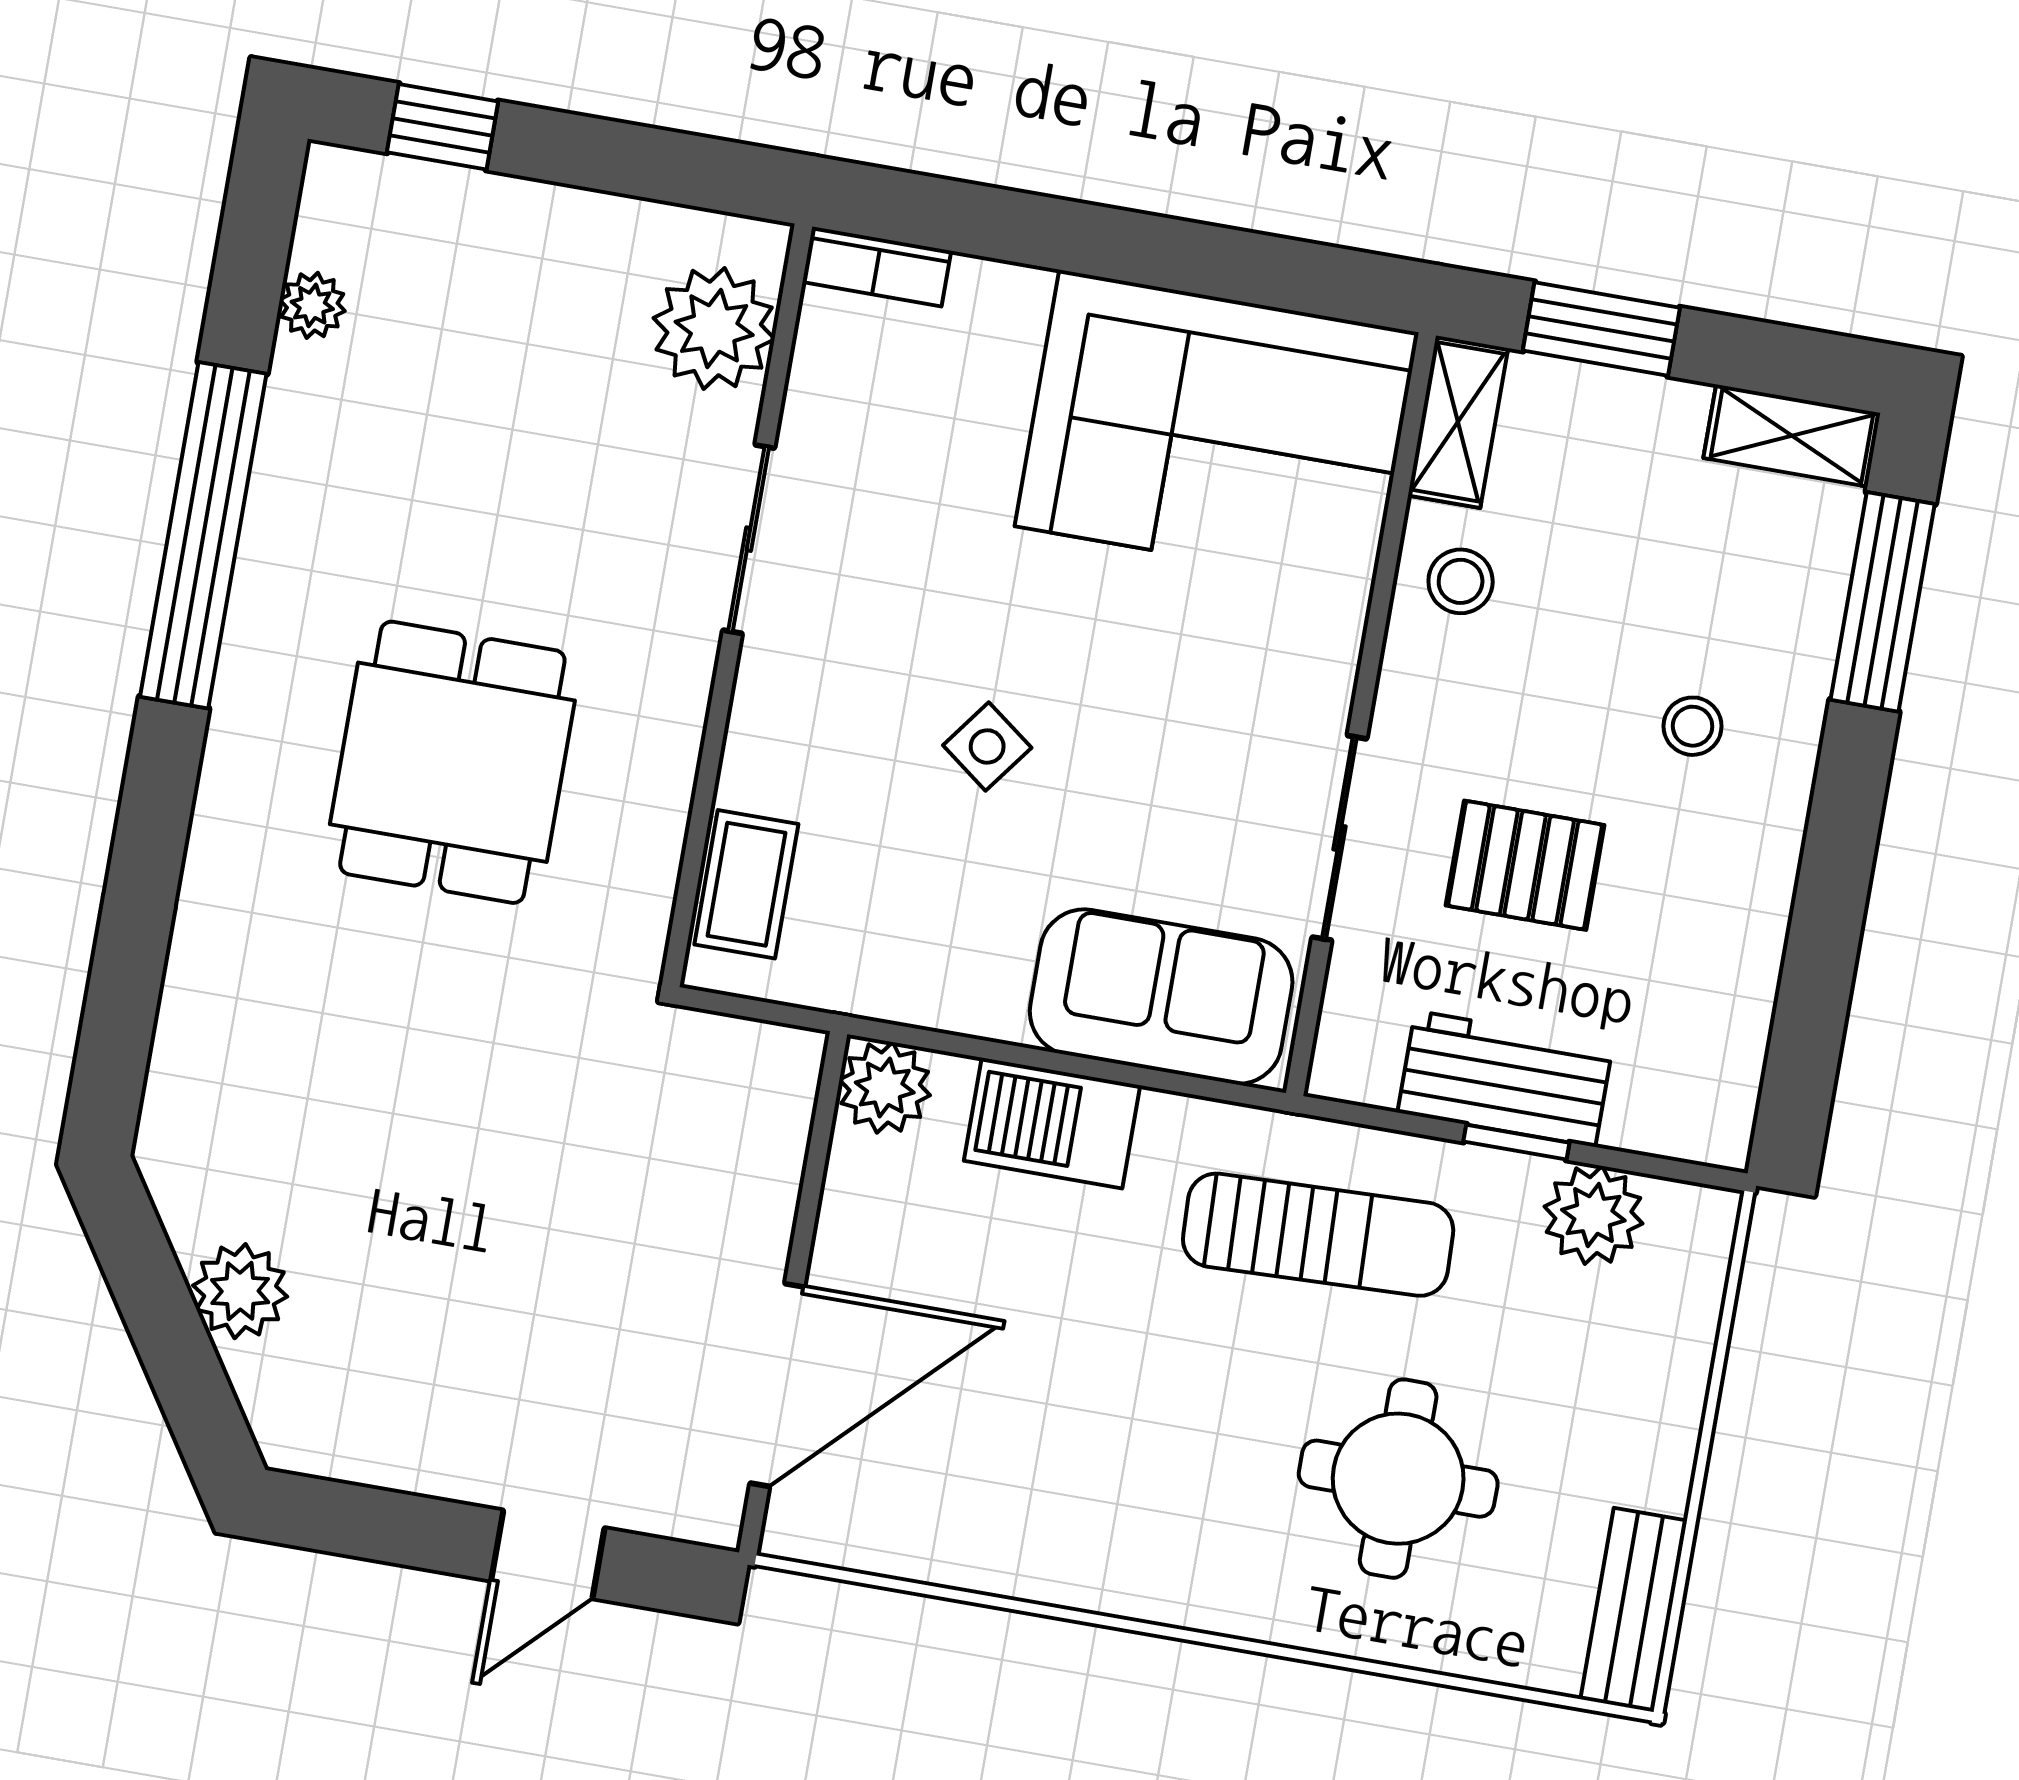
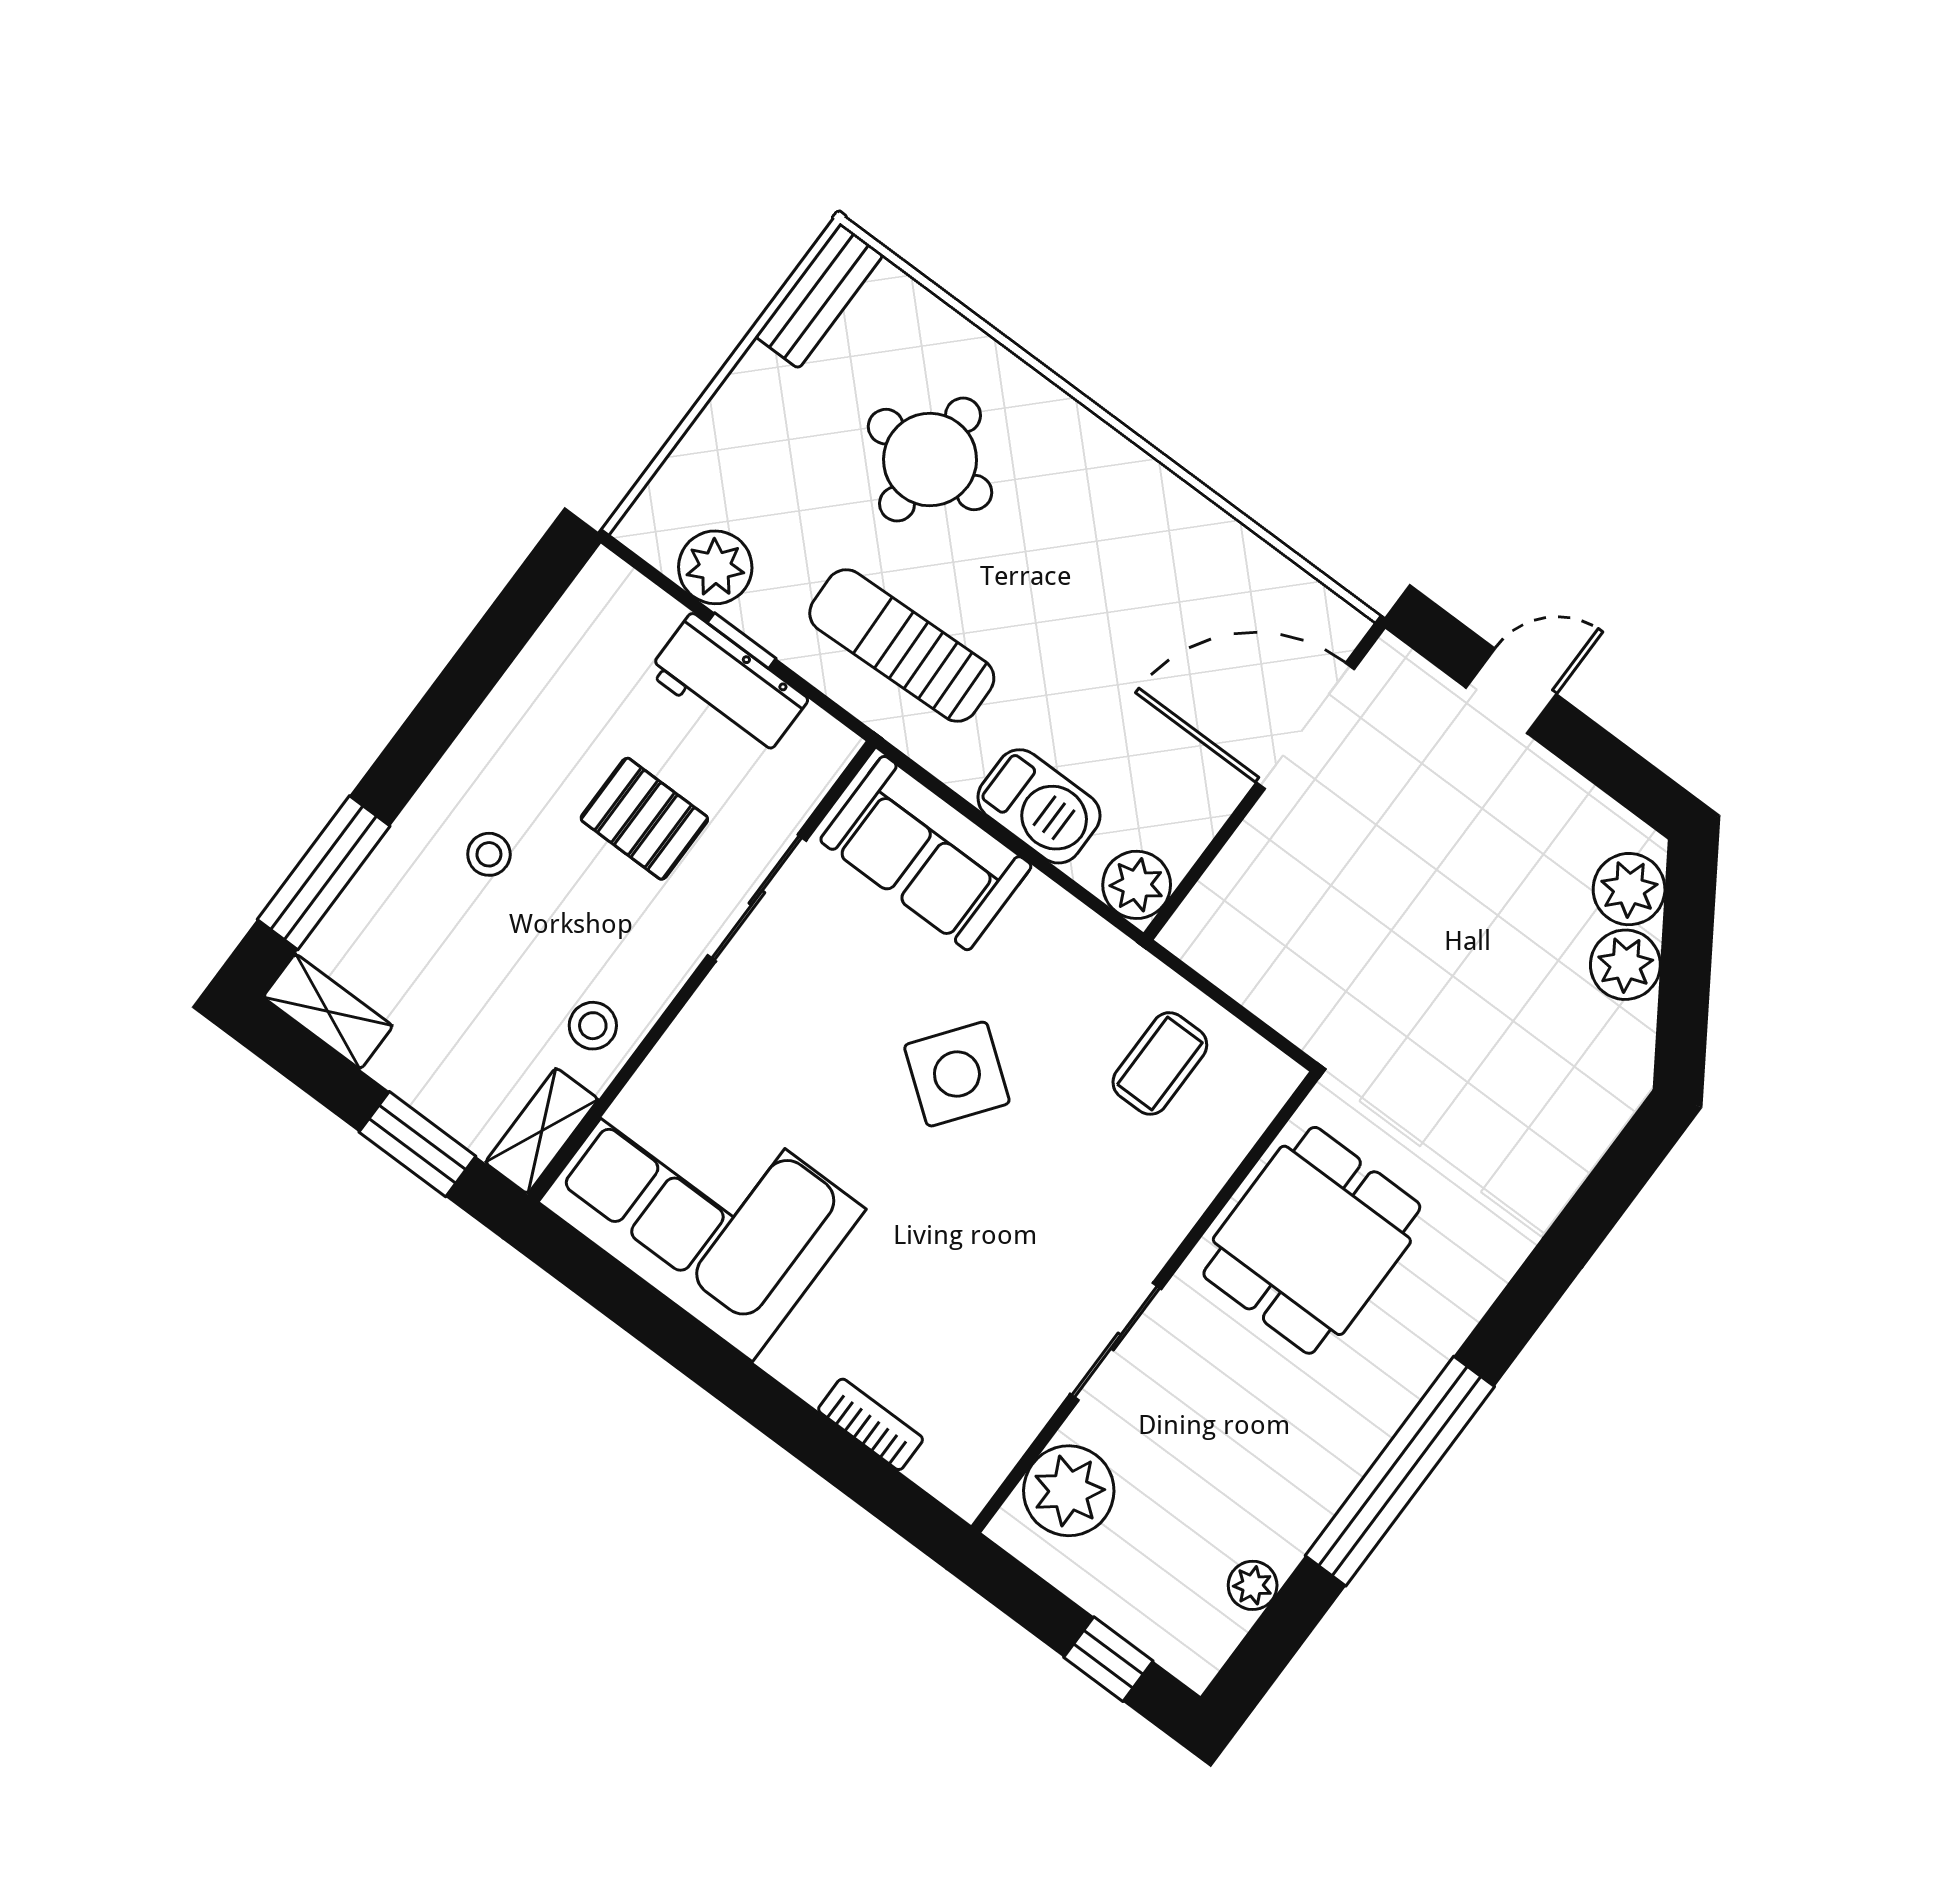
plant: (714, 328) -> (1069, 1491), moved
sliding door: (749, 539) -> (1116, 1342), moved
wall: (737, 605) -> (1145, 1302), moved
side table: (987, 747) -> (957, 1074), width x1.87, depth x1.87
plant: (282, 1385) -> (1629, 889), added

